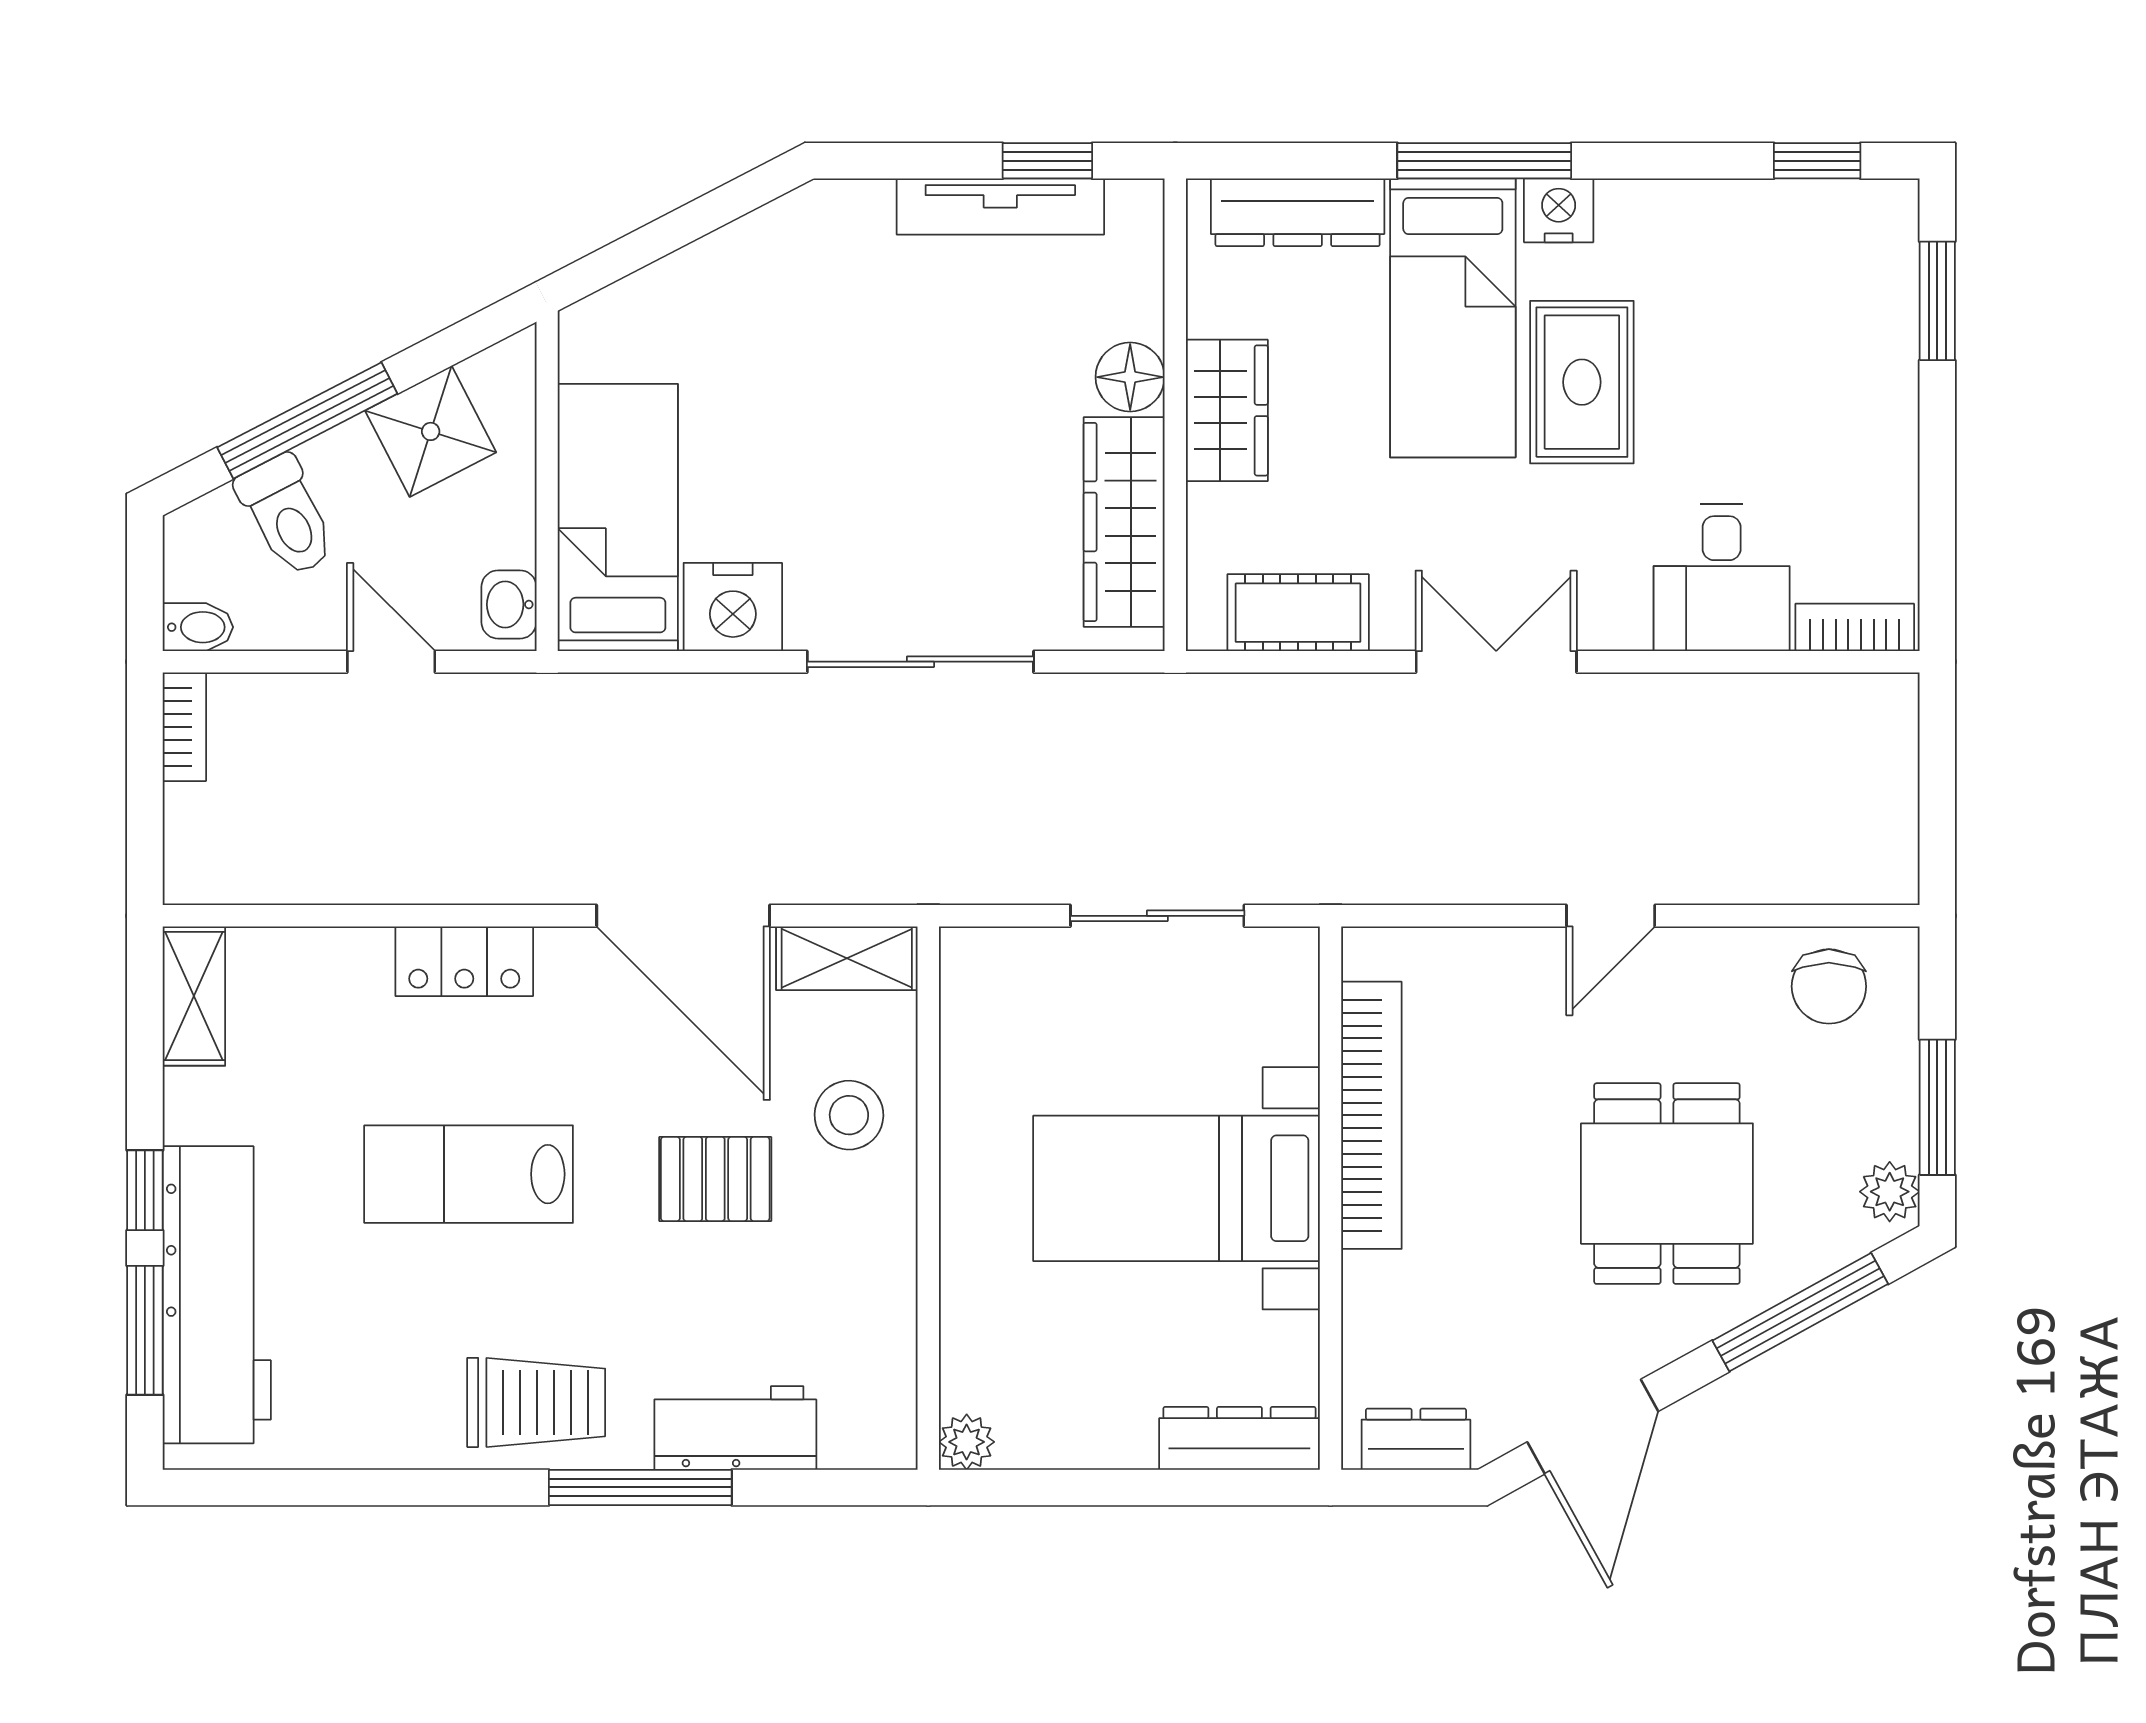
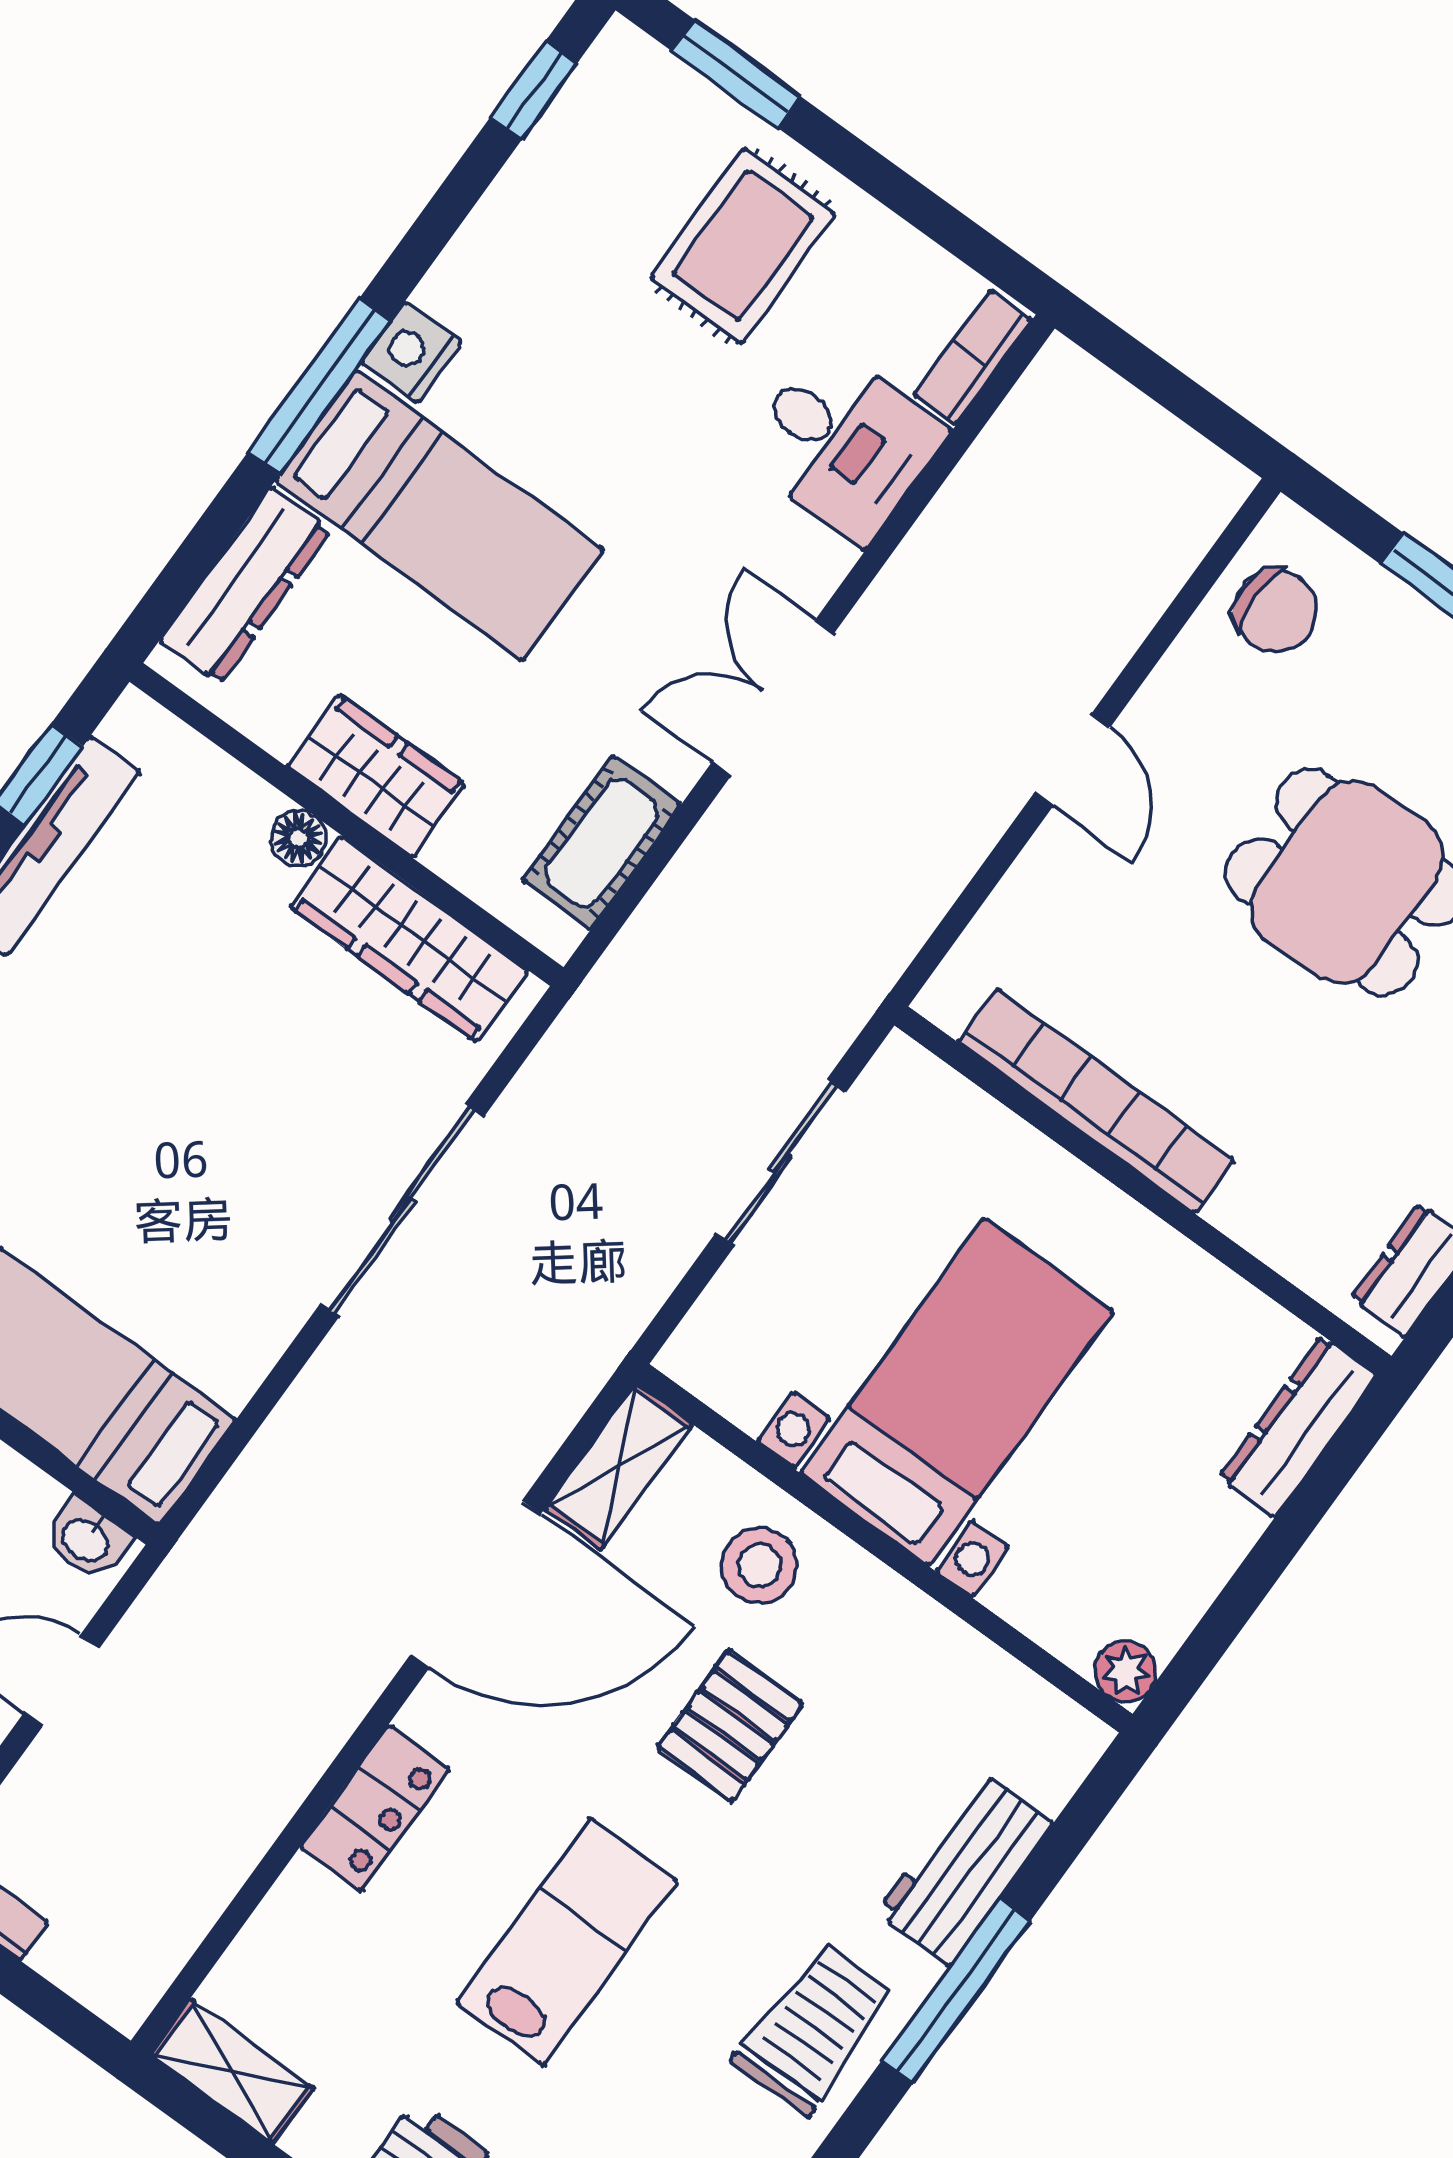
floor lamp: (1130, 377) -> (298, 838), width x0.73, depth x0.73
rug: (1582, 382) -> (743, 246), moved, turned 90
nightstand: (733, 607) -> (233, 1342), removed
lab bench: (469, 1174) -> (567, 1942), turned 180
bed with nightstands: (1176, 1188) -> (957, 1392), moved, turned 180

